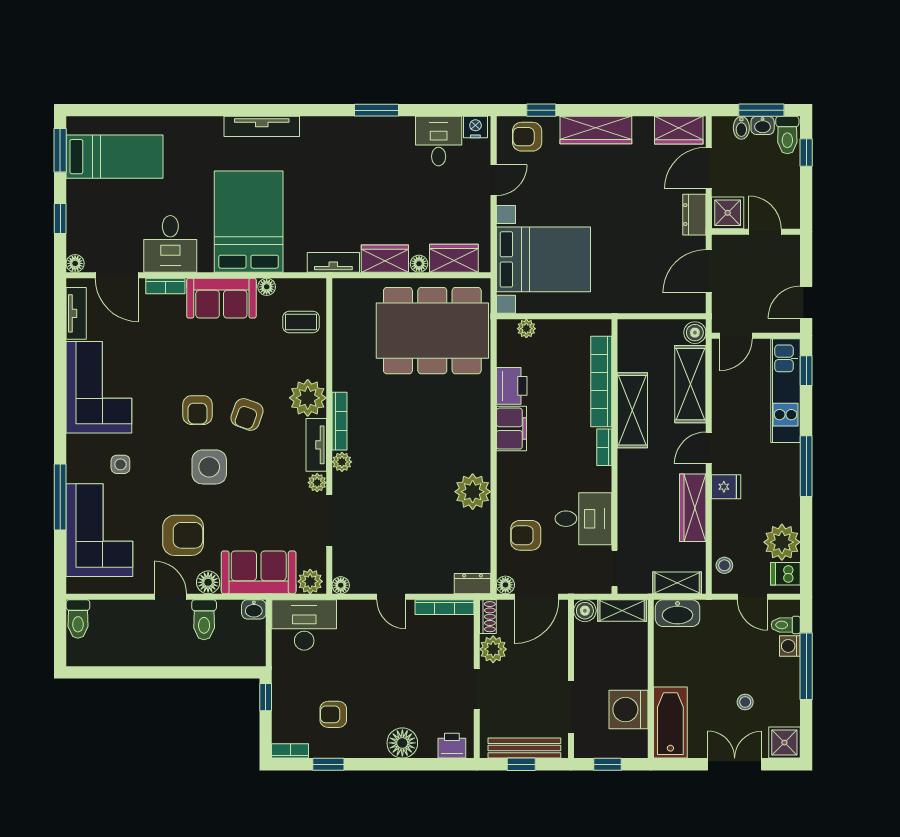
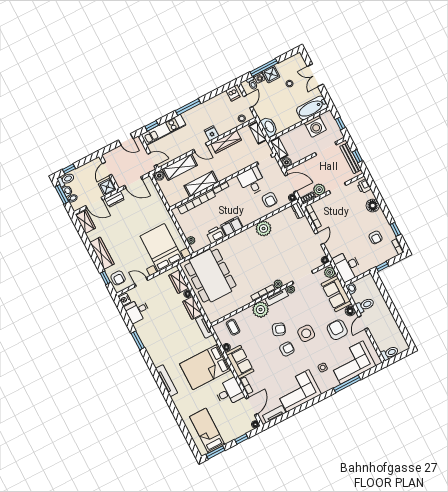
plant: (782, 542) -> (222, 101), removed
shower: (784, 743) -> (271, 74), moved

